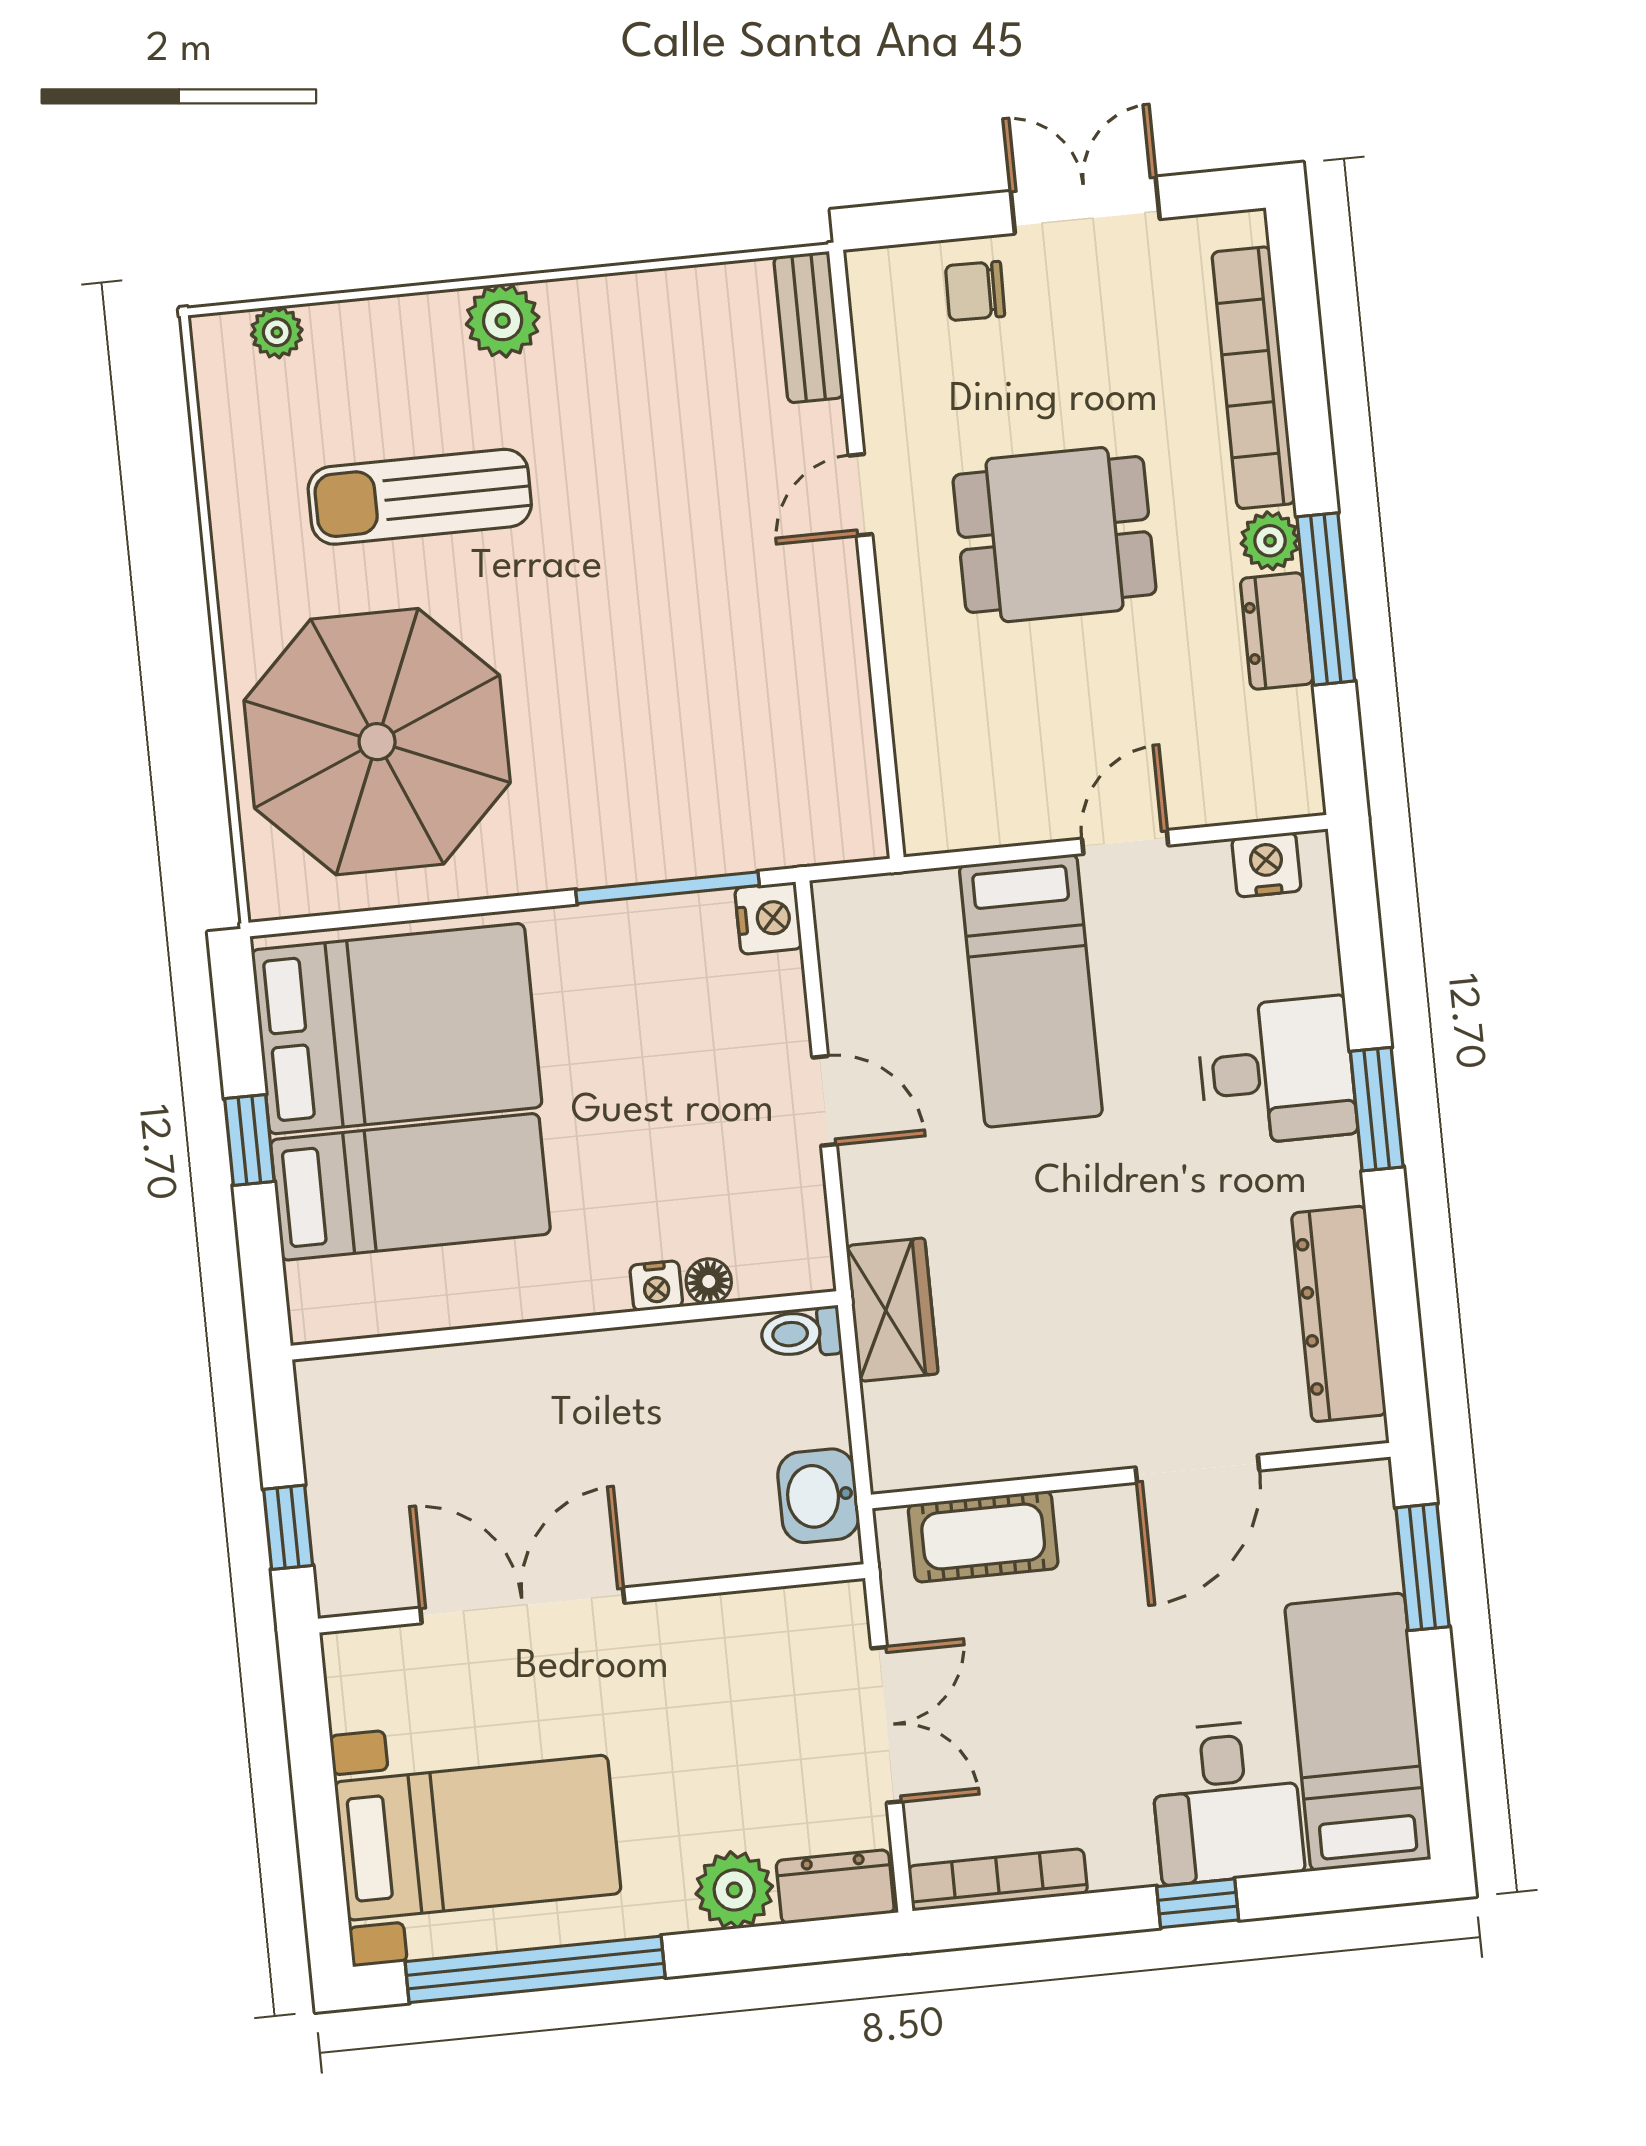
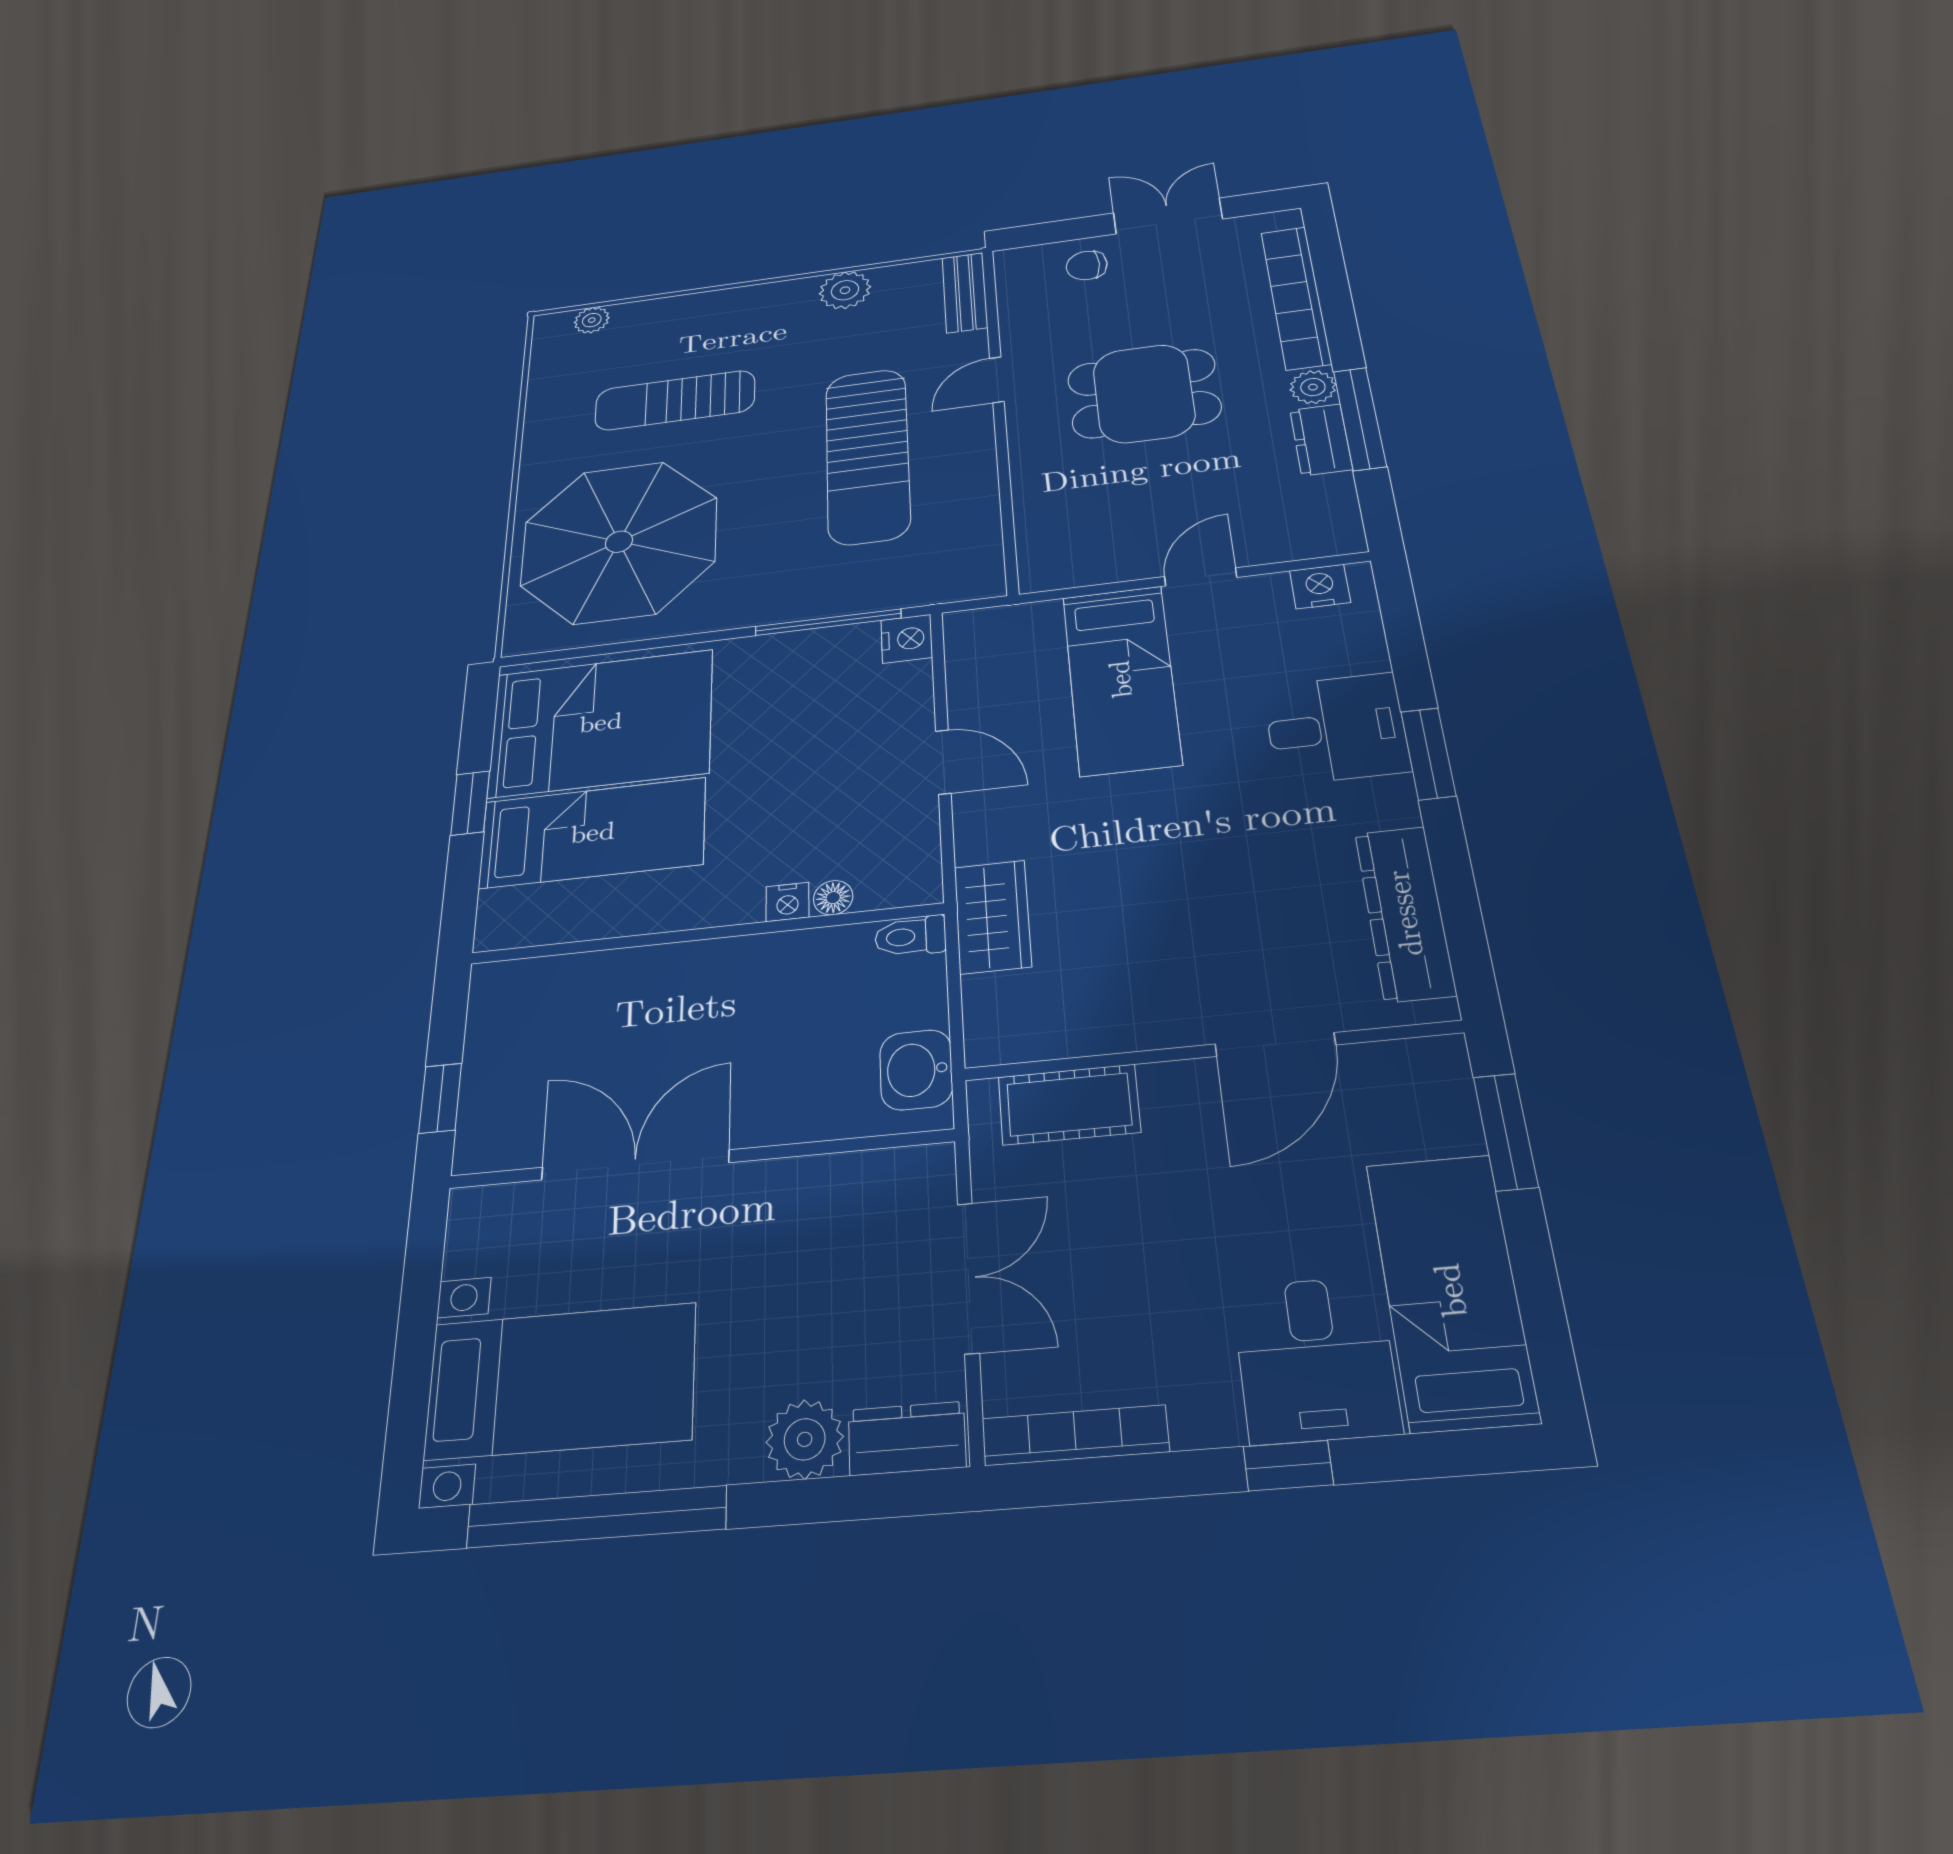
plant: (503, 321) -> (845, 290), moved
sun lounger: (696, 616) -> (867, 455), added

